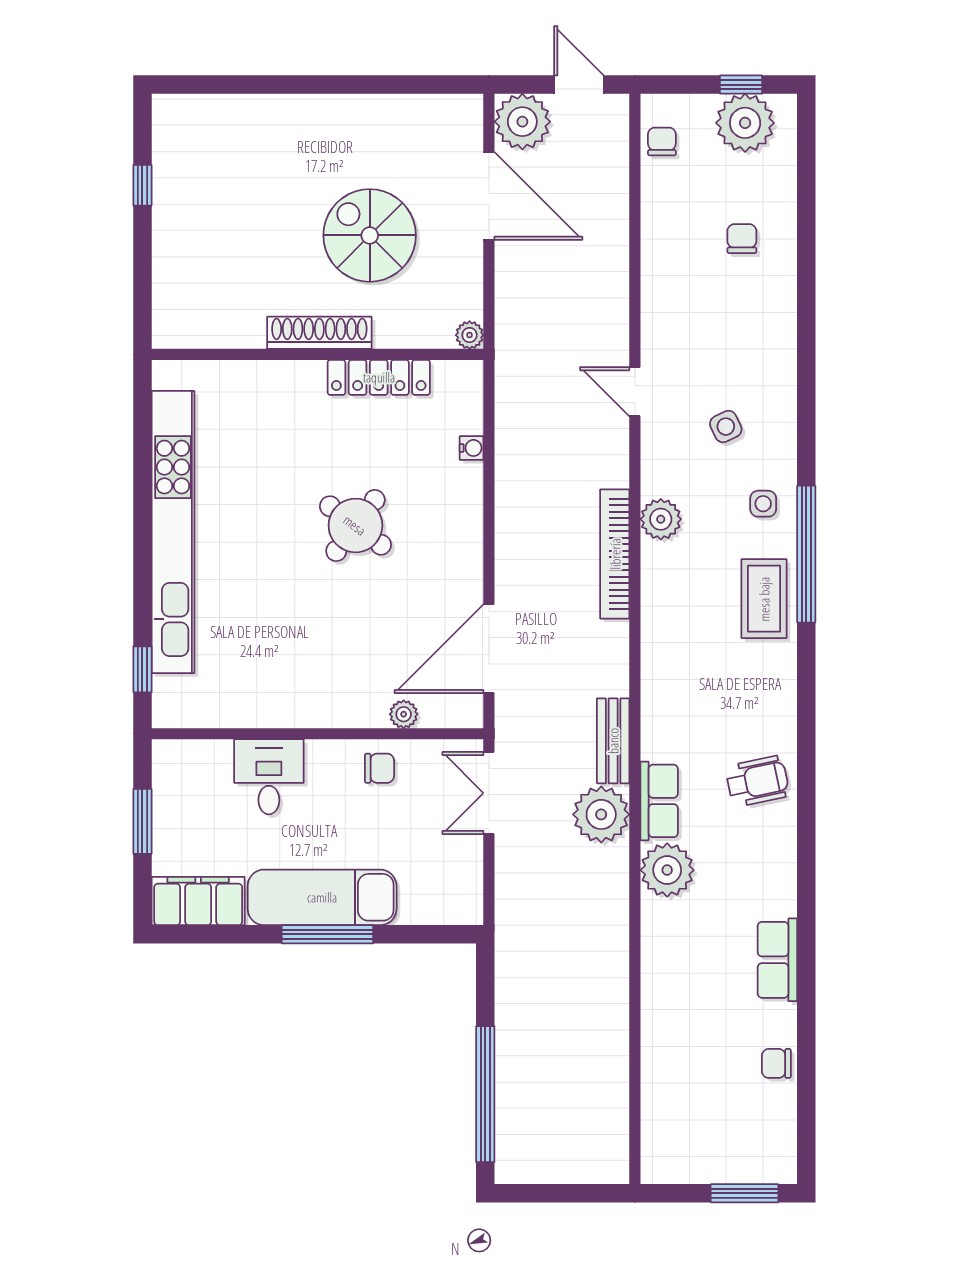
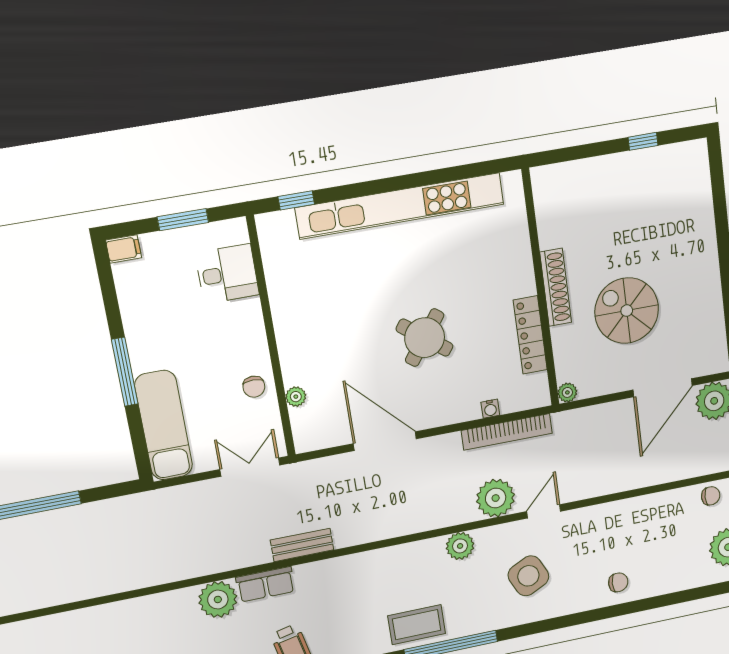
spiral stairs: (370, 235) -> (627, 311), turned -90
chair: (742, 239) -> (618, 582), moved
side table: (726, 427) -> (528, 576), width x1.87, depth x1.87
side table: (763, 504) -> (480, 611), removed
bookcase: (615, 554) -> (507, 432), moved, turned 180
door: (489, 649) -> (385, 441), moved
desk: (269, 777) -> (227, 274), moved
plant: (601, 814) -> (496, 498), moved
exam couch: (322, 897) -> (164, 425), moved
filing cabinet: (198, 901) -> (124, 249), width x0.33, depth x0.86

